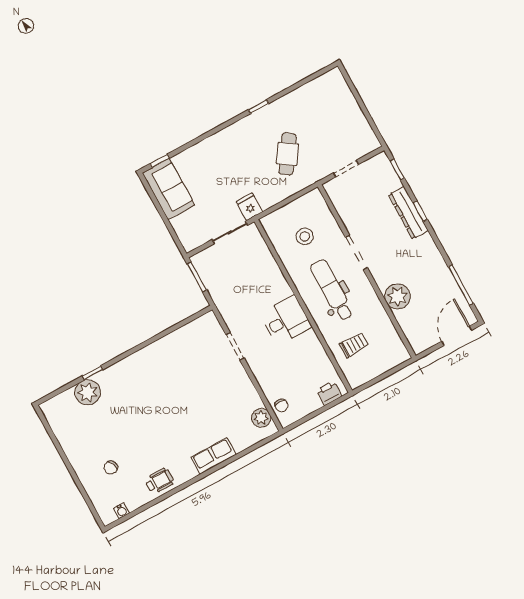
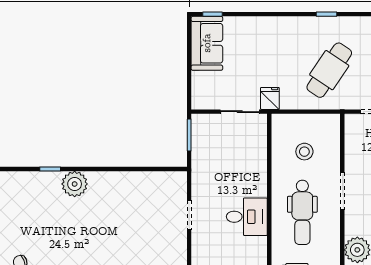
cafe table: (287, 154) -> (329, 70), width x1.37, depth x1.35
dental chair: (332, 290) -> (302, 212), turned 180
plant: (88, 392) -> (75, 184), moved

